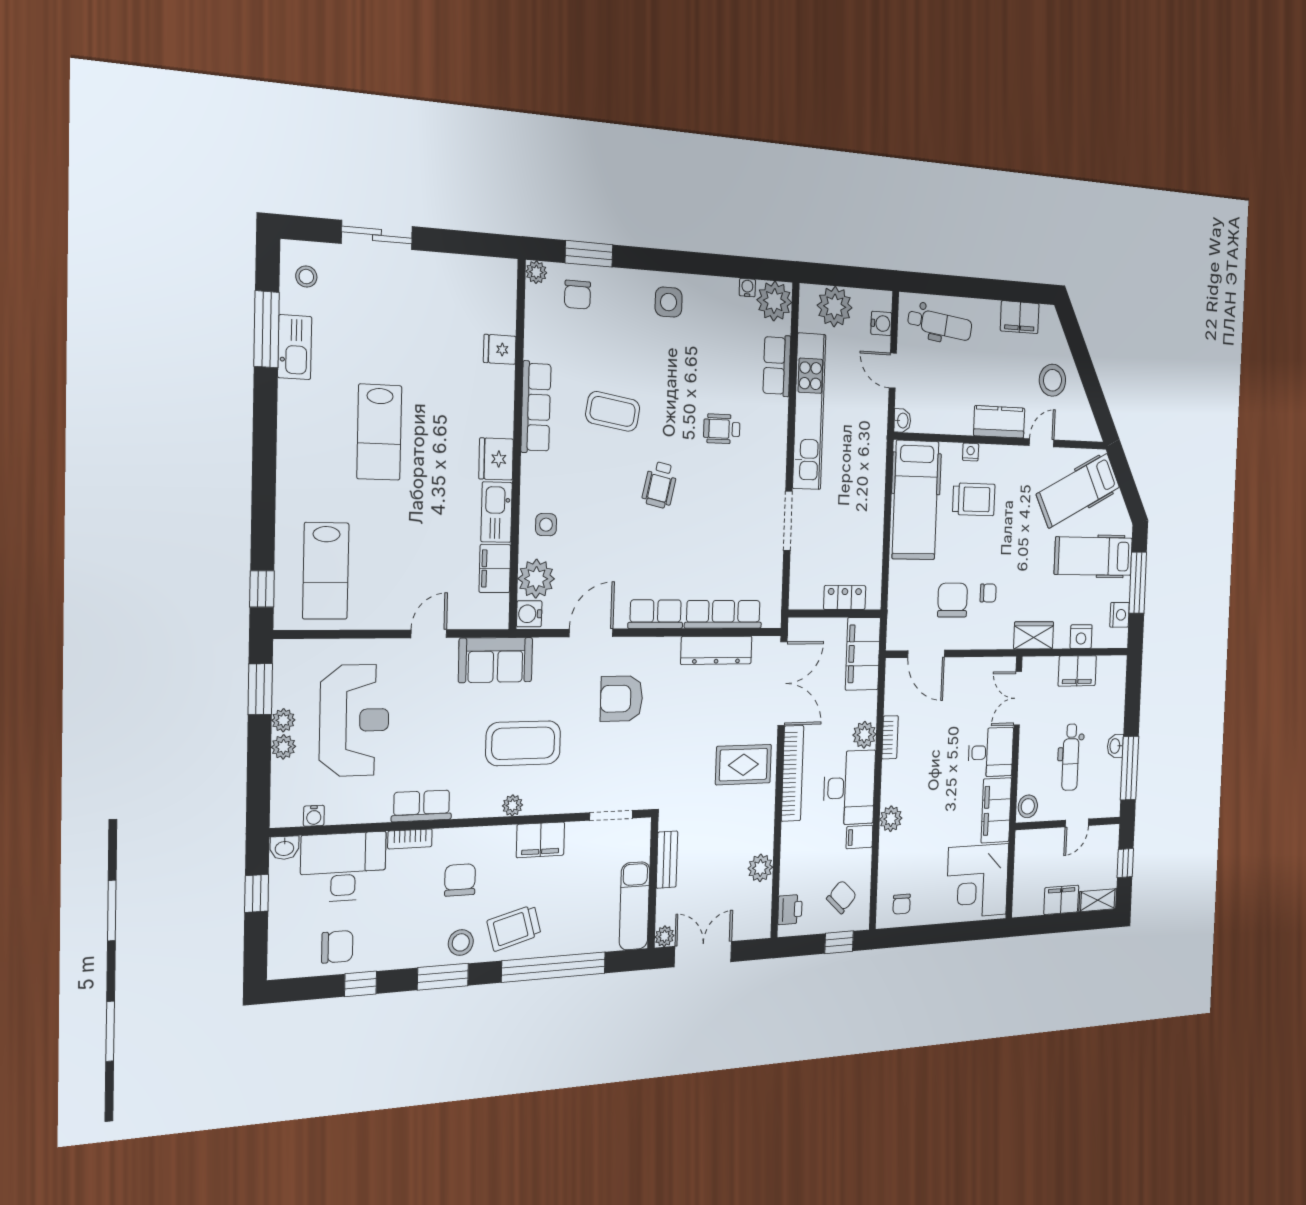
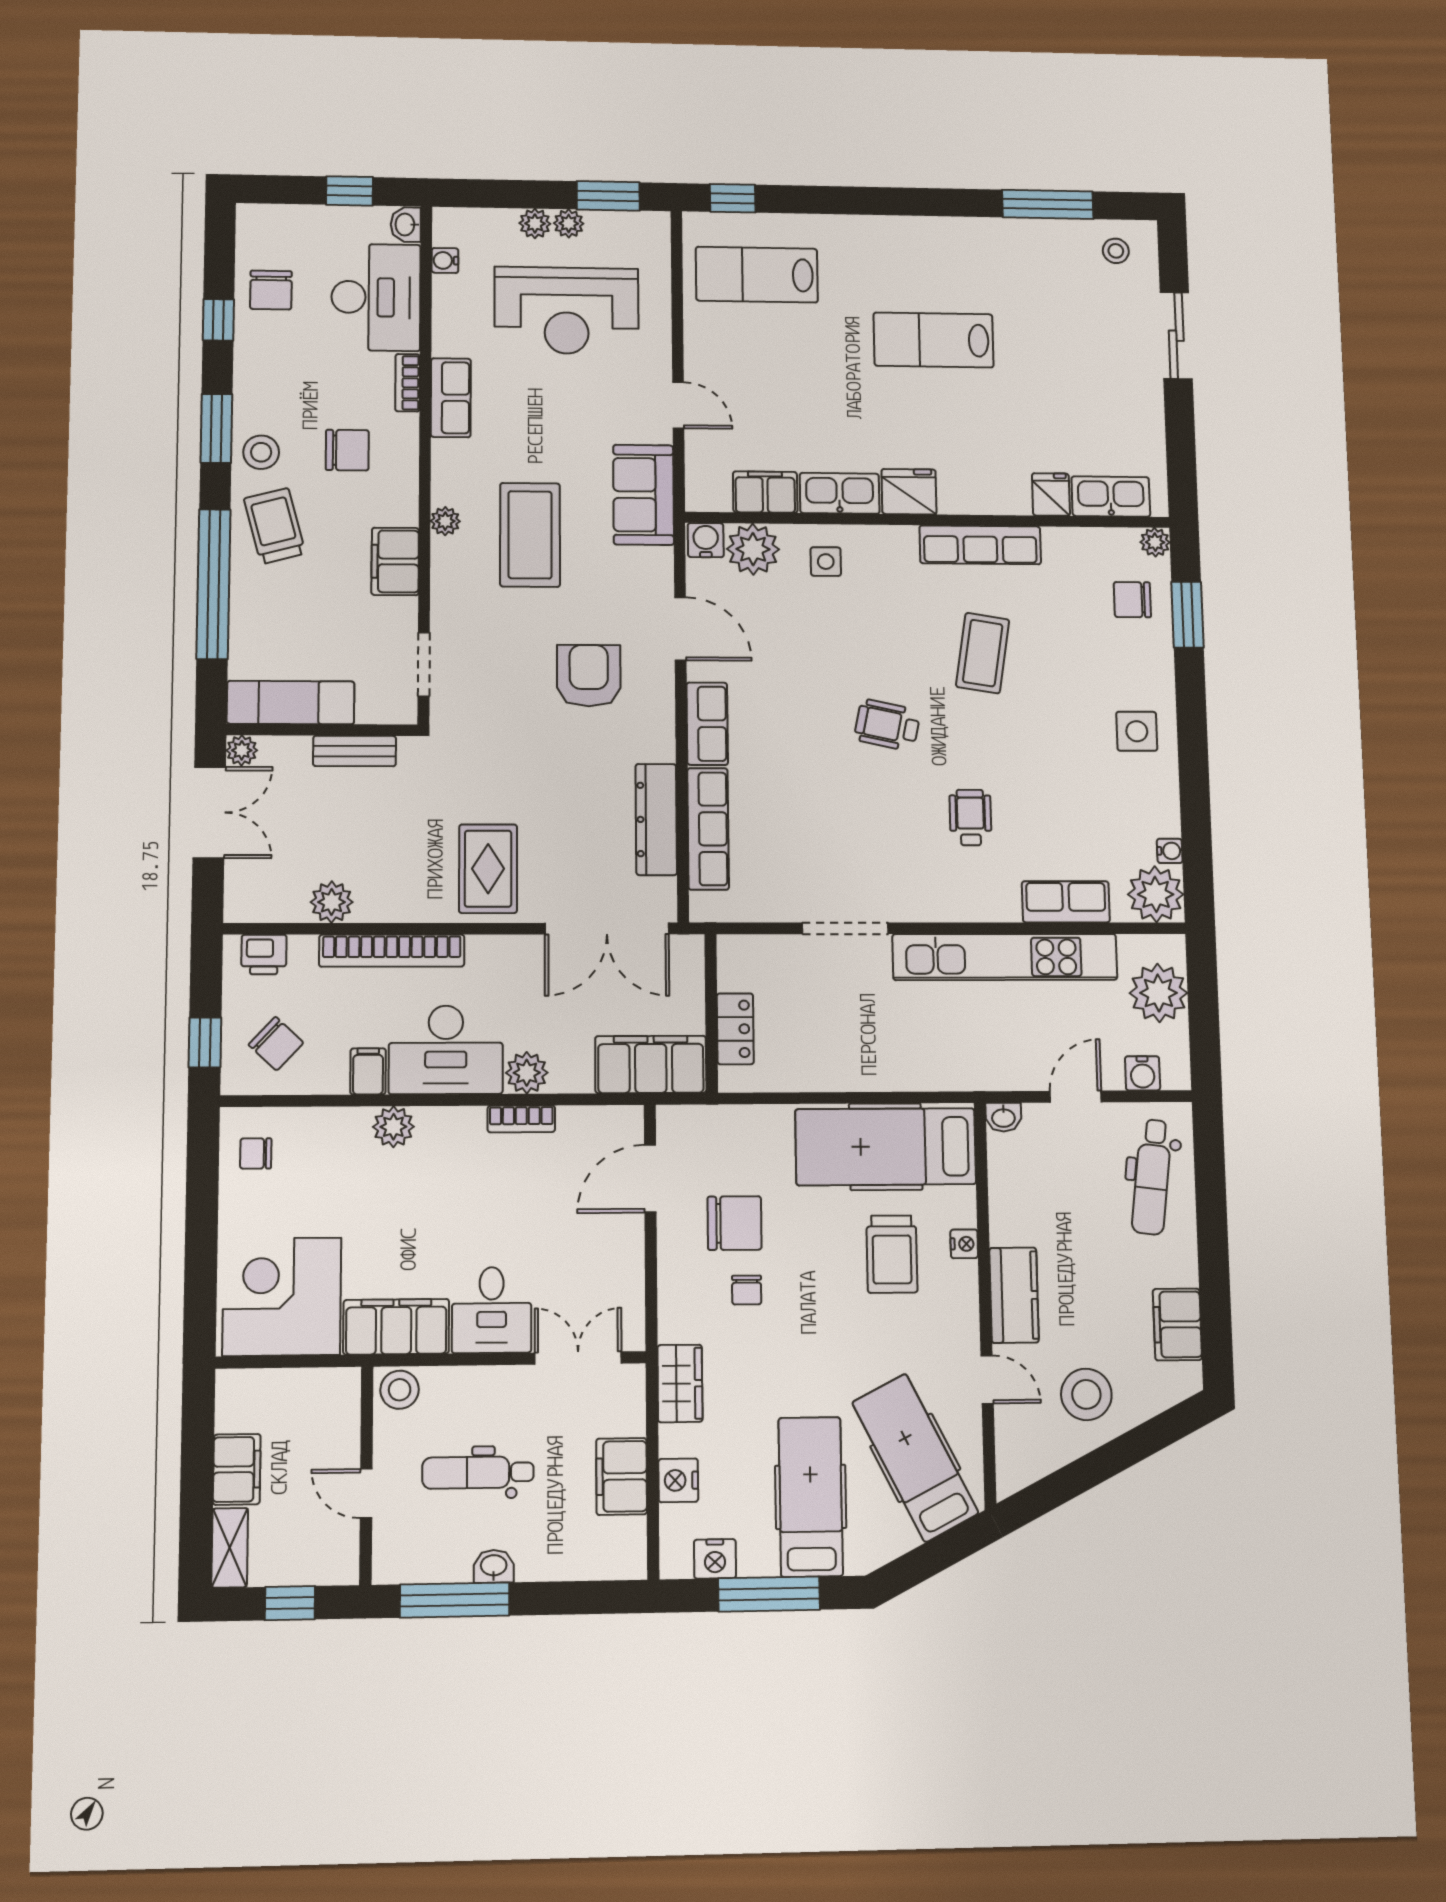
kitchen sink: (295, 347) -> (1111, 497), moved, turned 180
bookcase: (792, 773) -> (392, 951), moved

